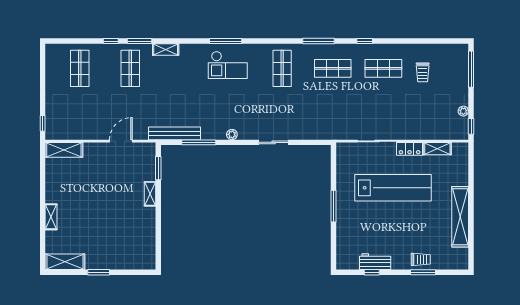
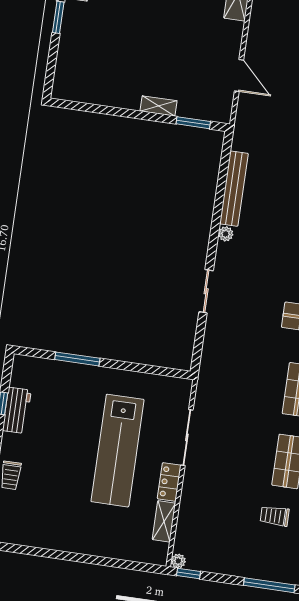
plant: (463, 111) -> (178, 561), moved
bench: (175, 133) -> (234, 189), moved
window: (199, 142) -> (221, 185), removed
window: (333, 206) -> (77, 359), moved
shelving: (460, 217) -> (63, 540), removed

